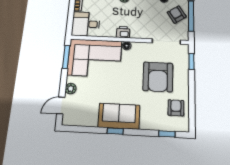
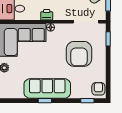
armchair: (176, 108) -> (98, 89), moved
sofa: (119, 116) -> (47, 88), width x1.36

